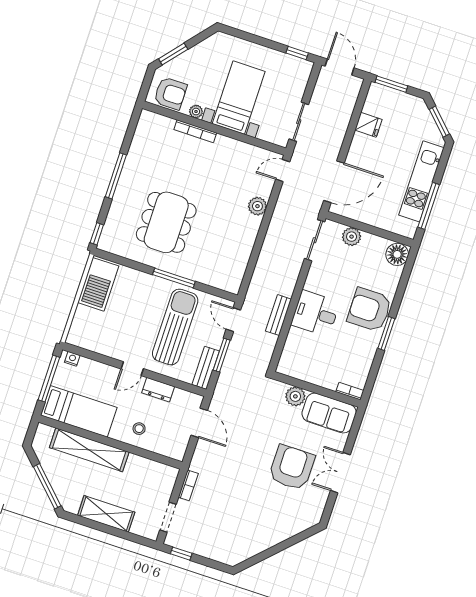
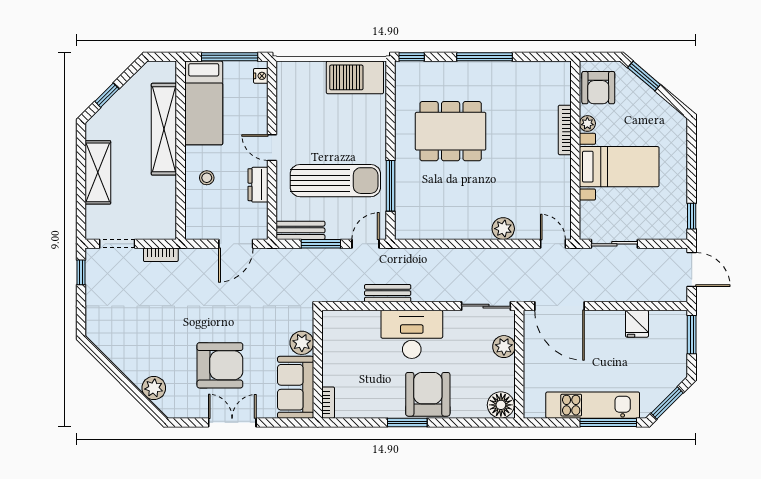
door: (340, 67) -> (692, 269), hinge flipped
window: (429, 206) -> (608, 422), moved
window: (174, 278) -> (390, 186), moved
desk: (315, 313) -> (412, 334), width x1.37
window: (47, 486) -> (107, 95), width x0.46
plant: (292, 526) -> (154, 388), added

